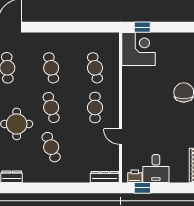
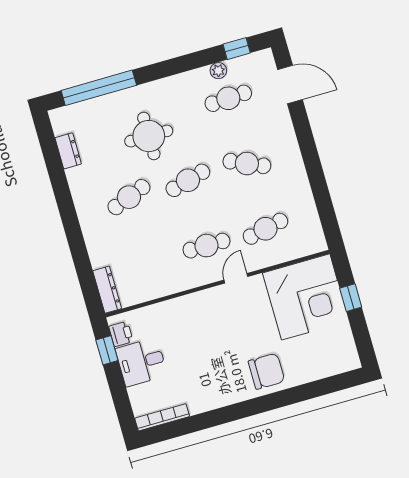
window: (142, 27) -> (351, 298), moved
corner desk: (138, 49) -> (306, 297), width x1.36, depth x1.36
cafe table: (51, 68) -> (247, 164), turned 36
door: (121, 137) -> (236, 278), moved

